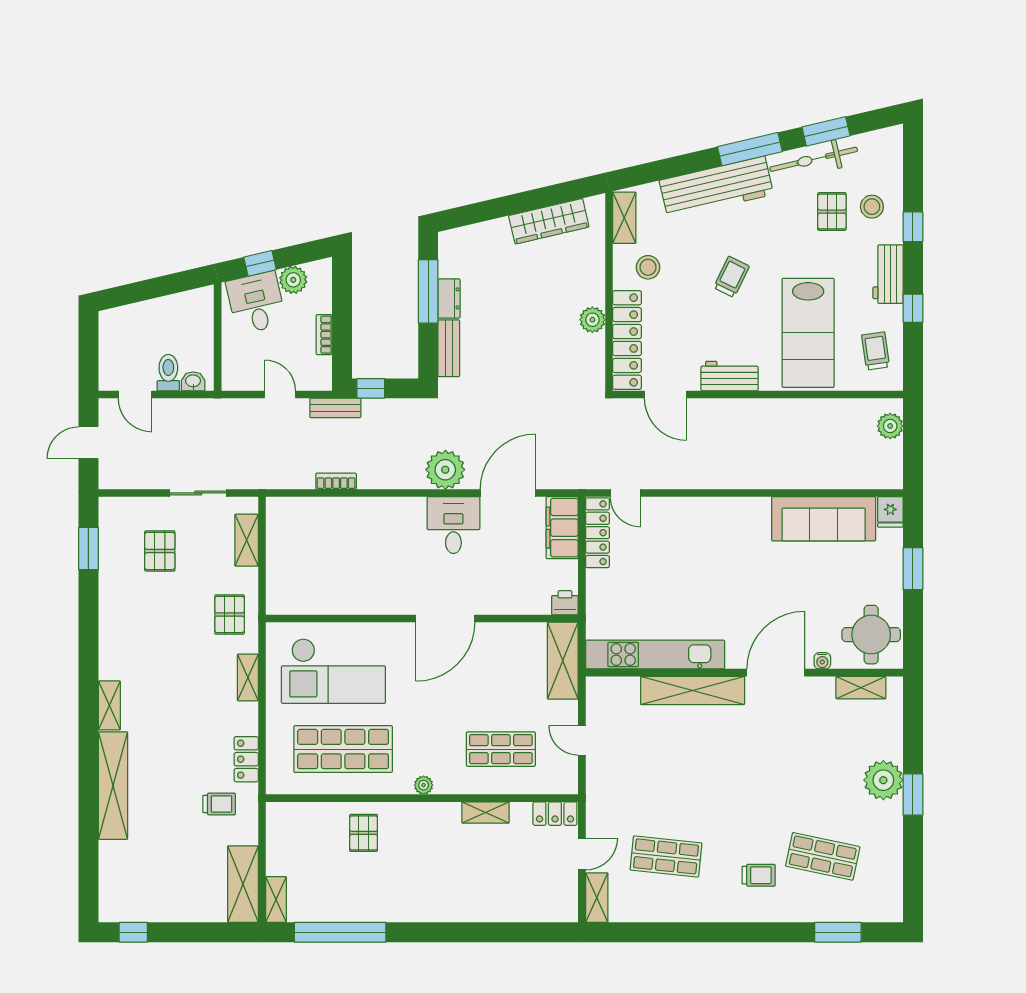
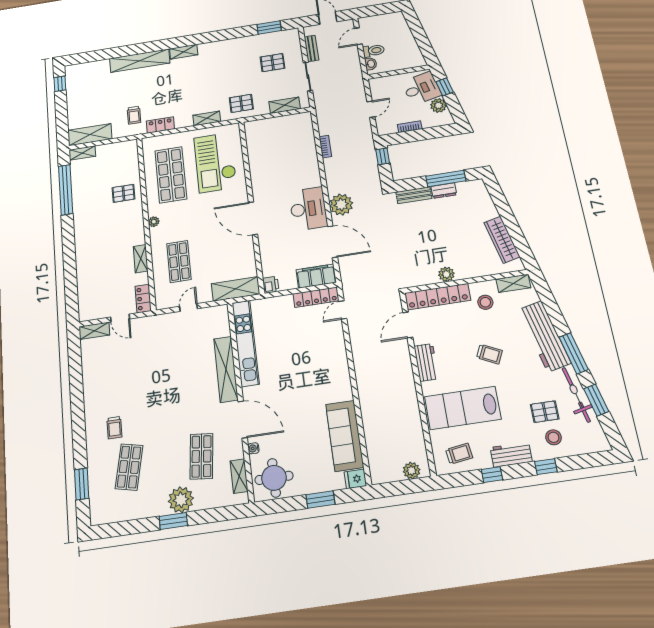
bench: (335, 408) -> (311, 48), moved
desk: (453, 525) -> (308, 209), width x1.37
shop shelf: (666, 856) -> (201, 456), moved

